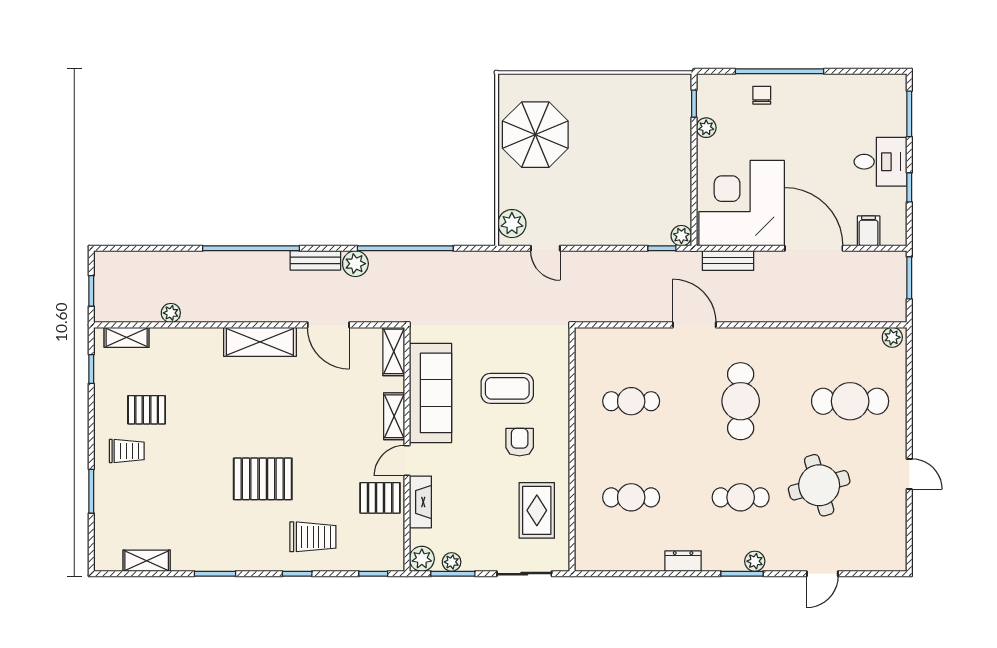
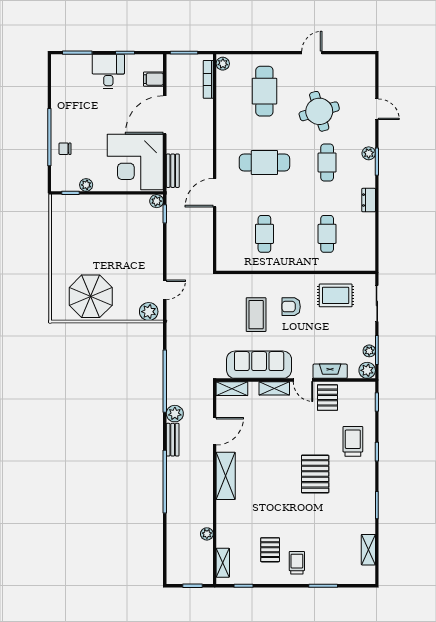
bookcase: (868, 315) -> (208, 79), added

